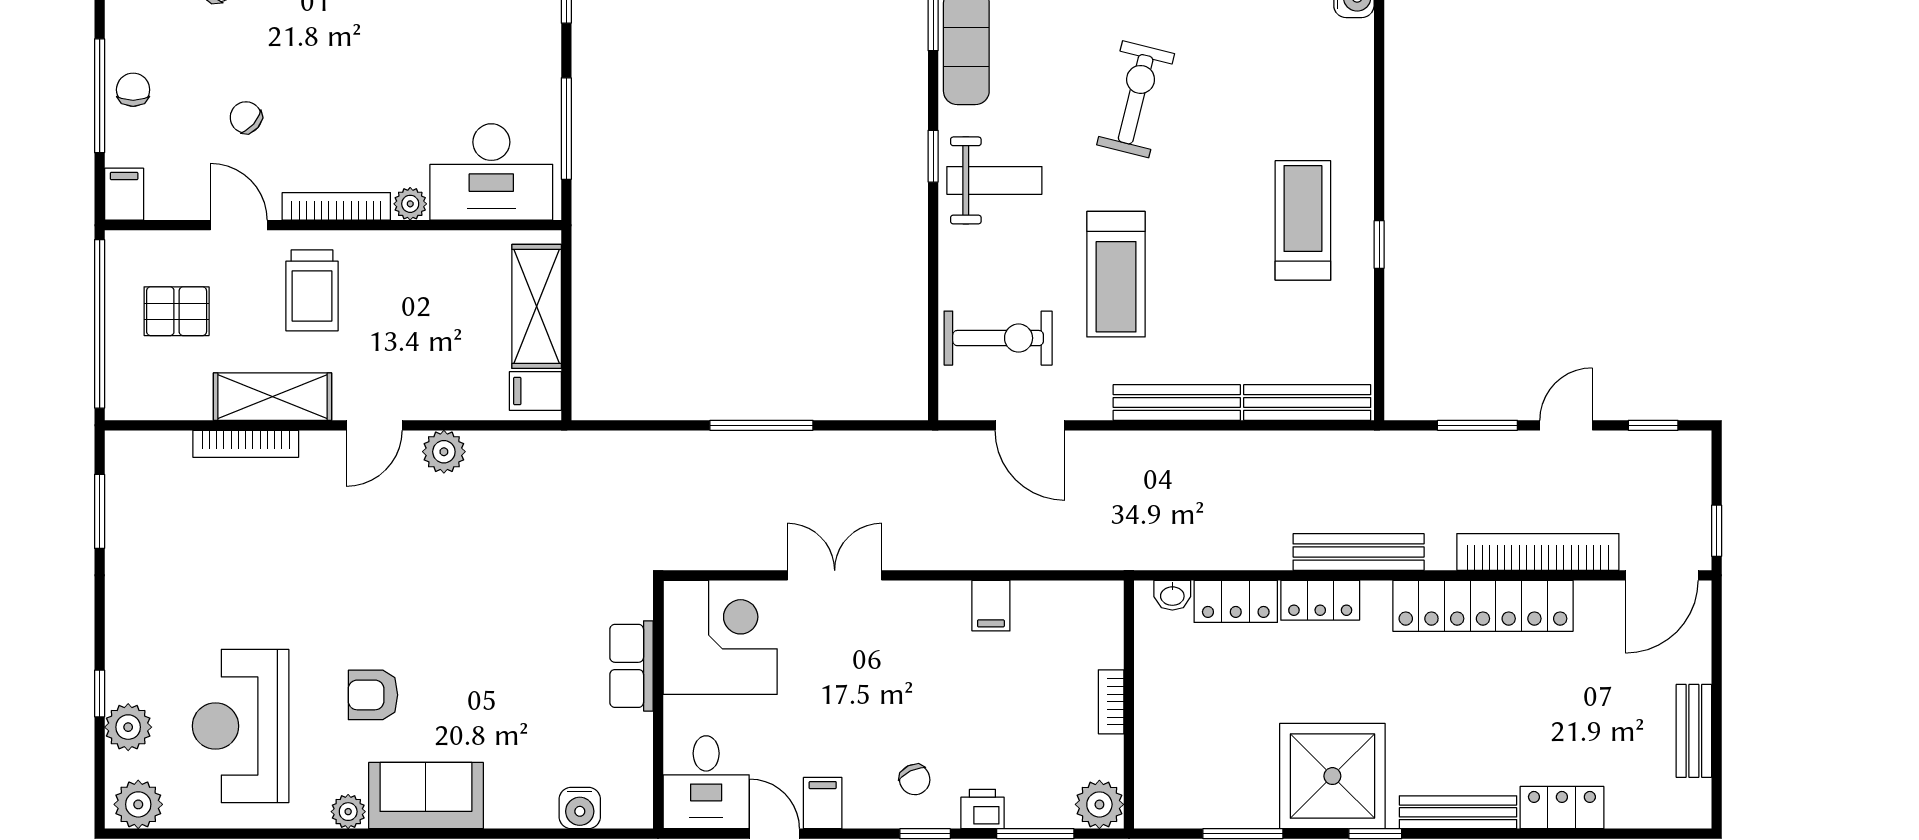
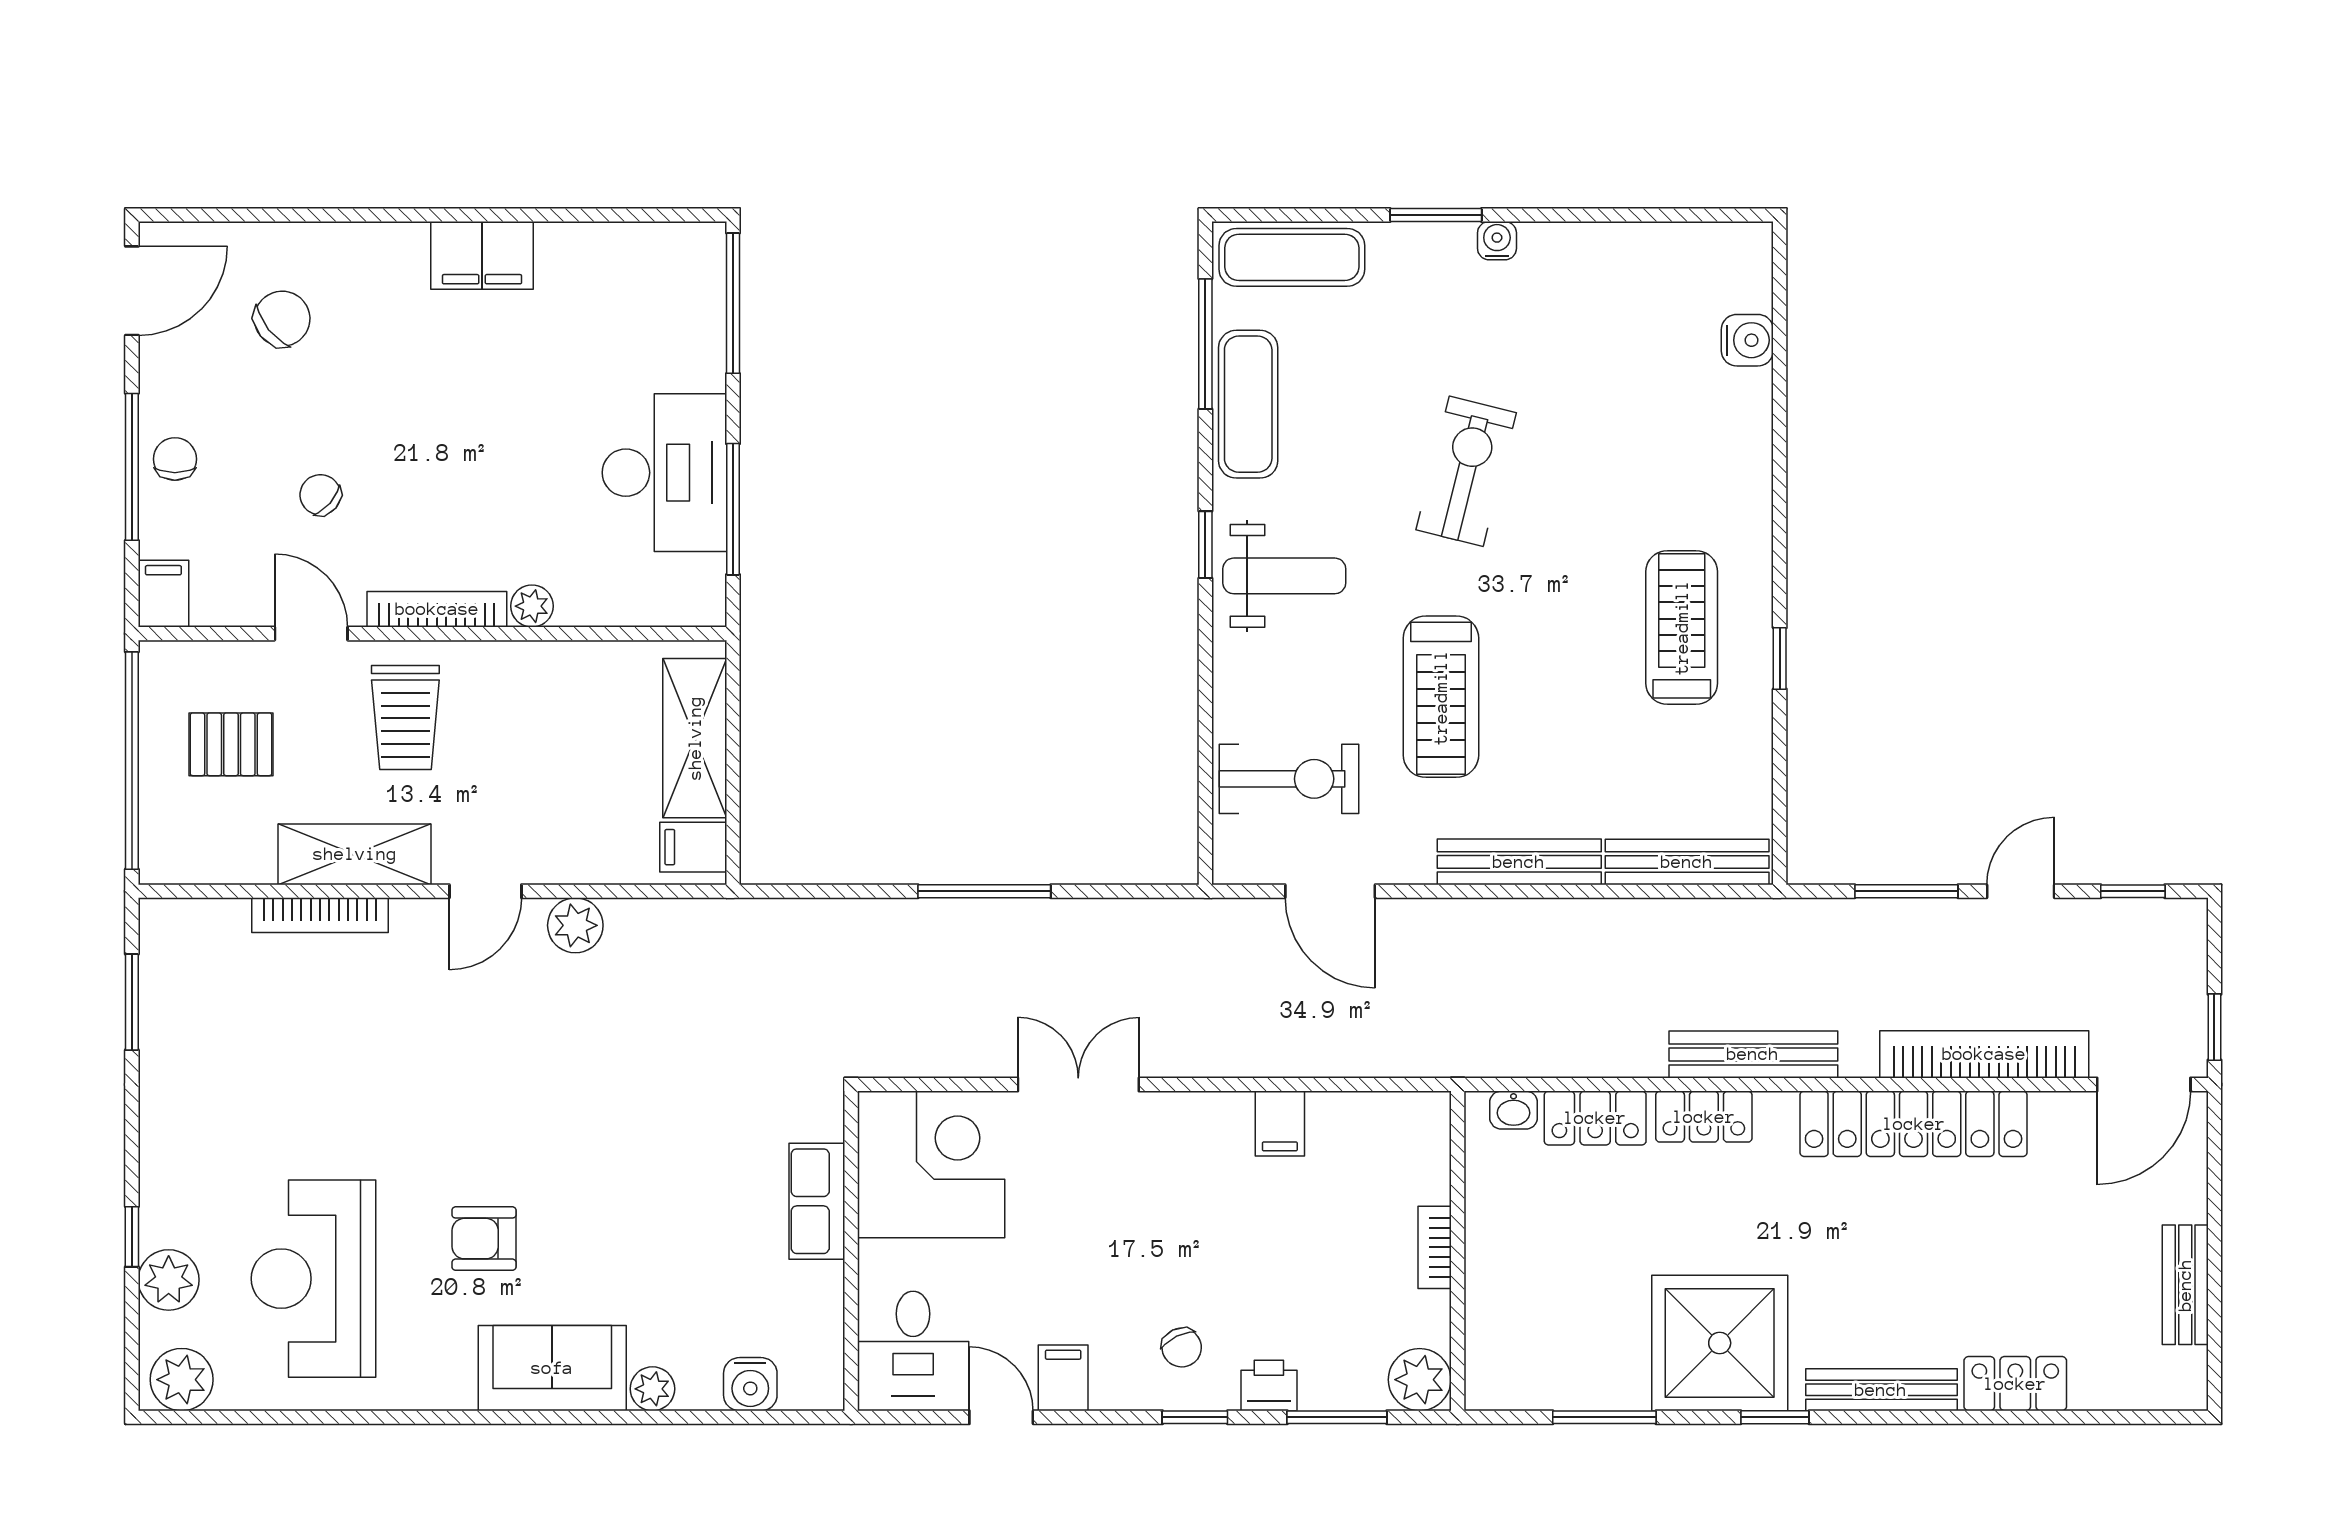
desk: (491, 172) -> (664, 473), moved, turned -90
plant: (348, 812) -> (652, 1389), moved

